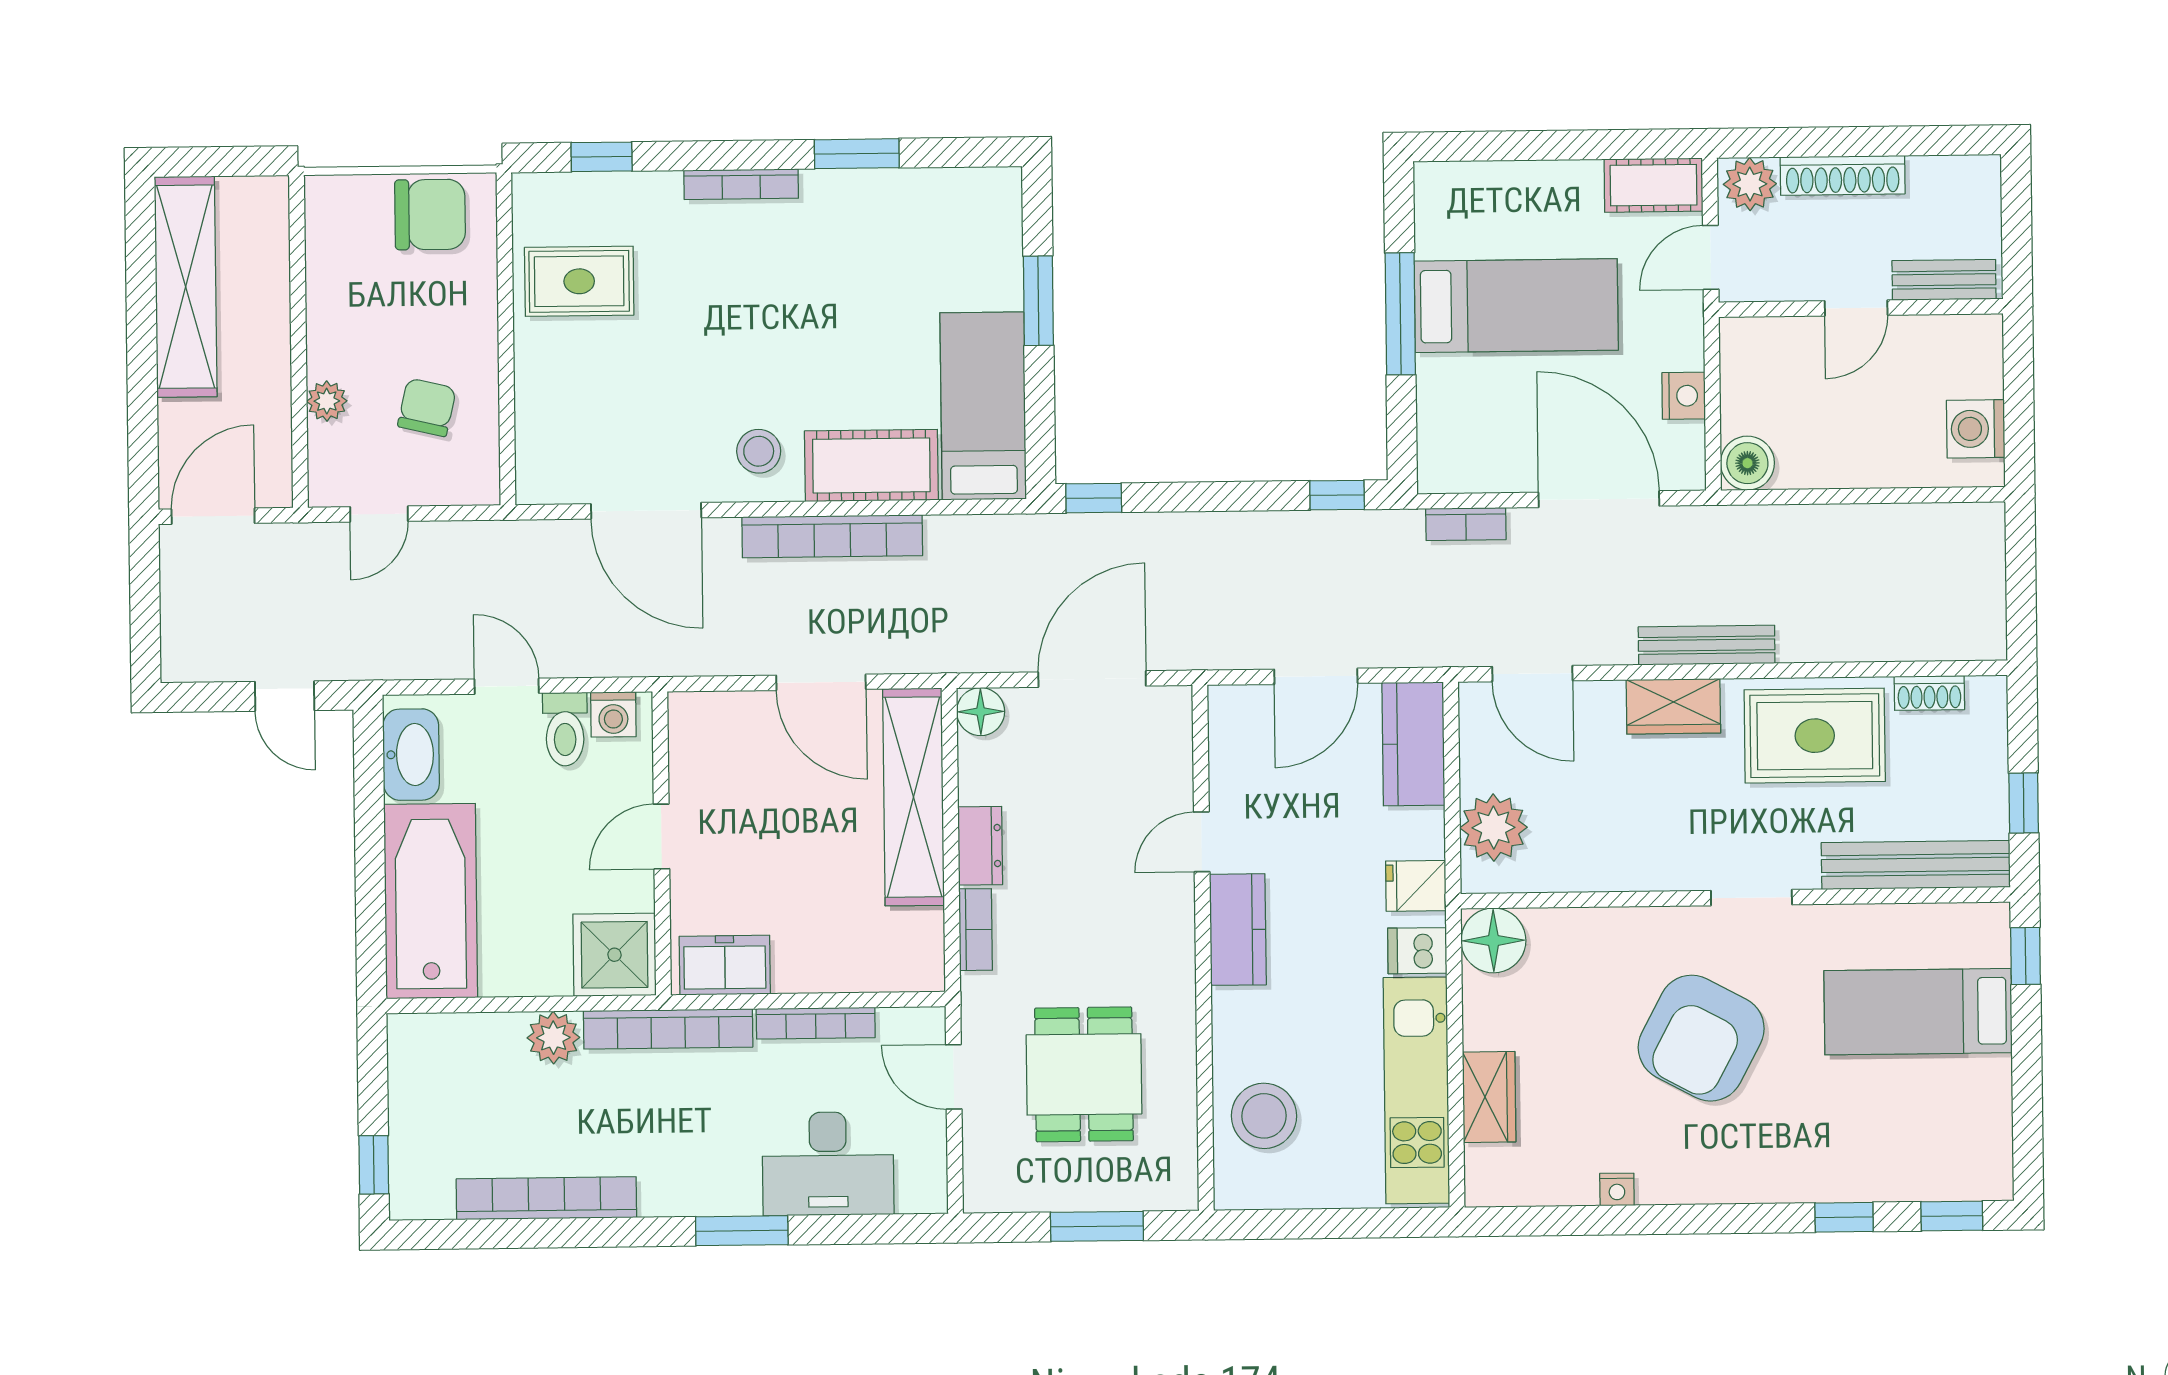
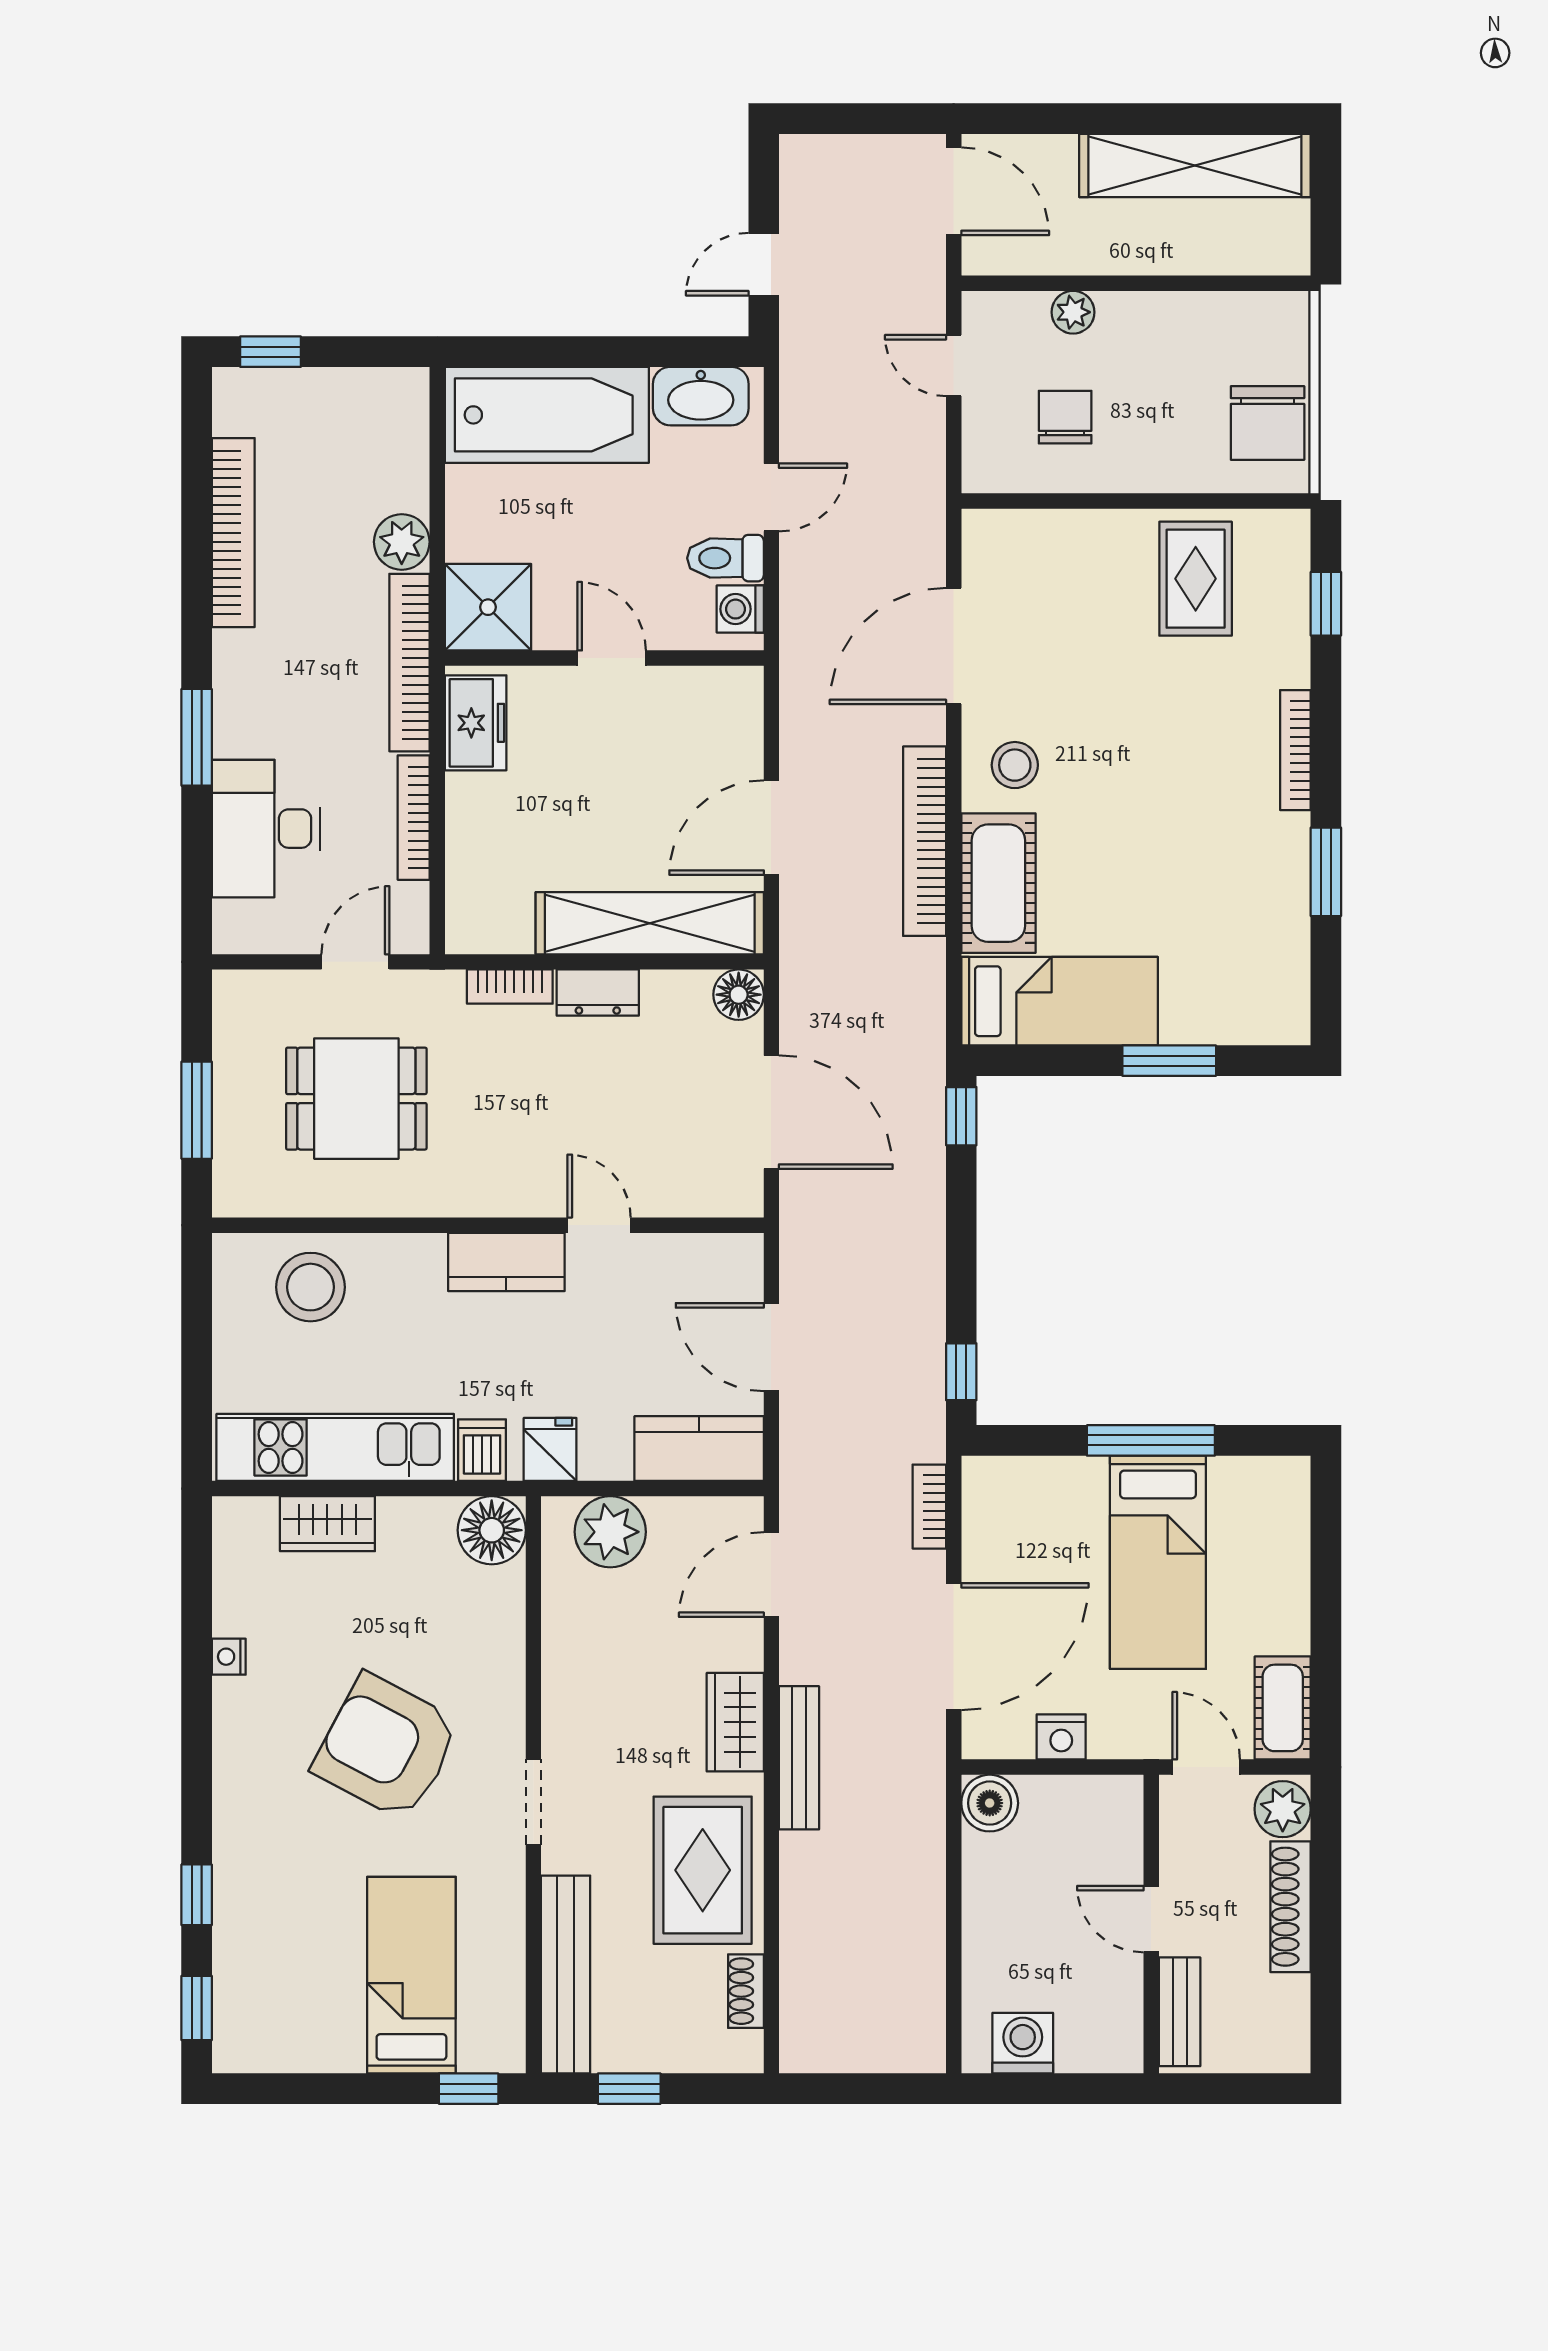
chair: (427, 407) -> (1065, 417), turned -103

